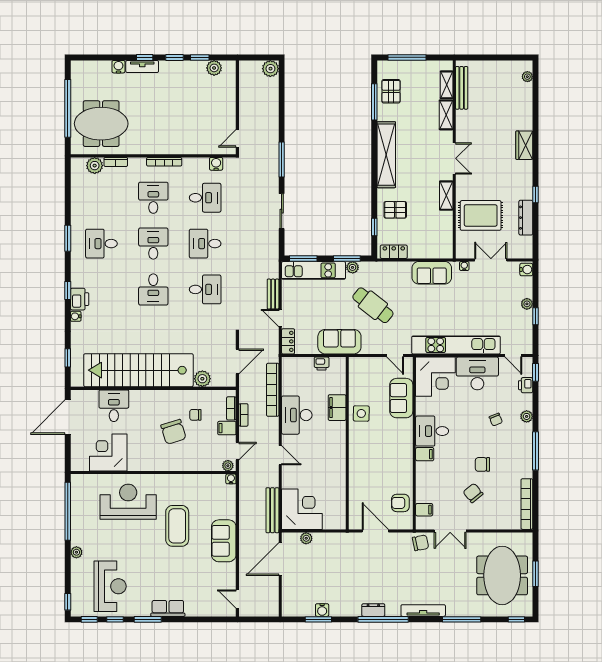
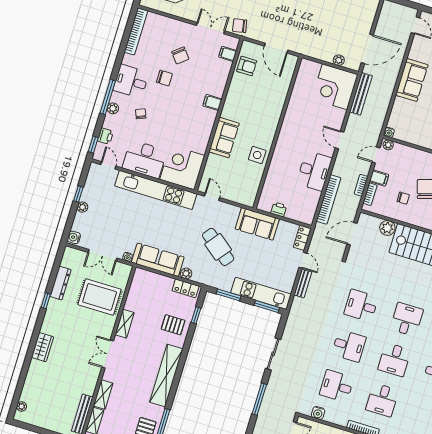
plant: (353, 267) -> (186, 273), moved
sofa: (432, 273) -> (158, 260), width x1.36
sofa: (401, 398) -> (224, 138), moved
filing cabinet: (337, 408) -> (277, 167), removed
desk: (432, 431) -> (131, 81), moved, turned 180
window: (535, 451) -> (108, 97), moved

